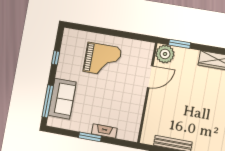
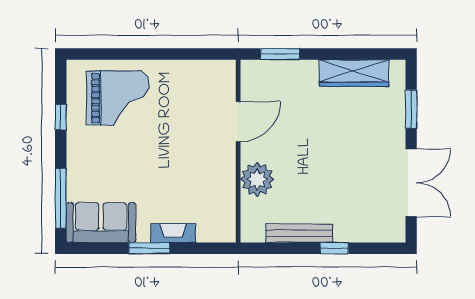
plant: (165, 54) -> (257, 179), moved
grand piano: (102, 60) -> (118, 98), moved
sofa: (62, 99) -> (101, 223), moved, turned -90

